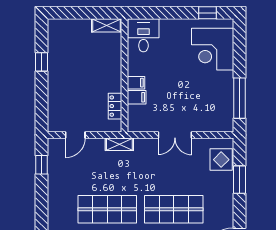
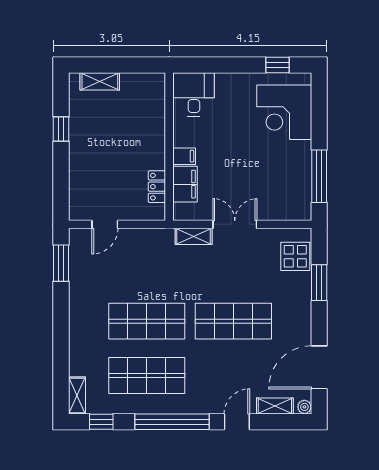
shelving: (107, 25) -> (100, 81), moved
filing cabinet: (137, 97) -> (185, 184), width x2.00
double door: (175, 135) -> (235, 224), swing flipped
shelving: (119, 144) -> (194, 236), moved
window: (42, 165) -> (61, 263), width x1.50

